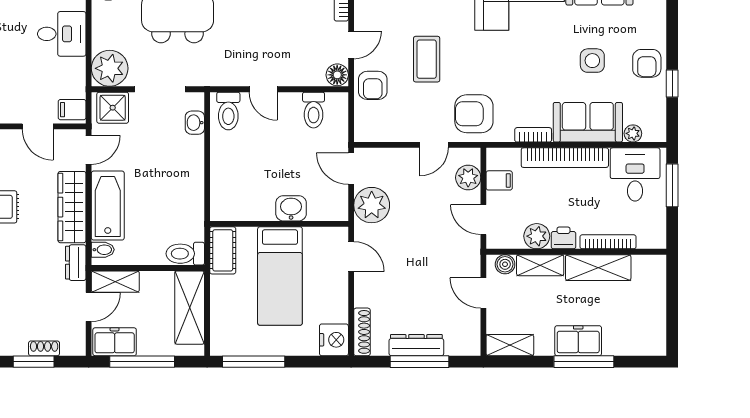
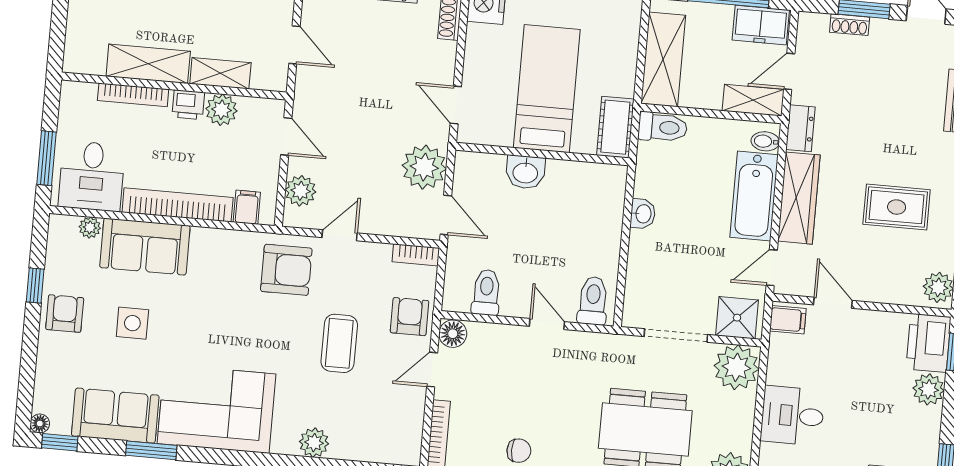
washbasin: (195, 123) -> (643, 214), moved
bookcase: (533, 135) -> (416, 255), moved
filing cabinet: (499, 180) -> (247, 207), moved, turned 90
boiler: (505, 264) -> (264, 78), removed

